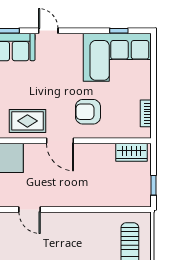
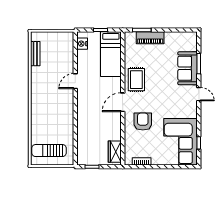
door: (48, 31) -> (199, 94), hinge flipped

